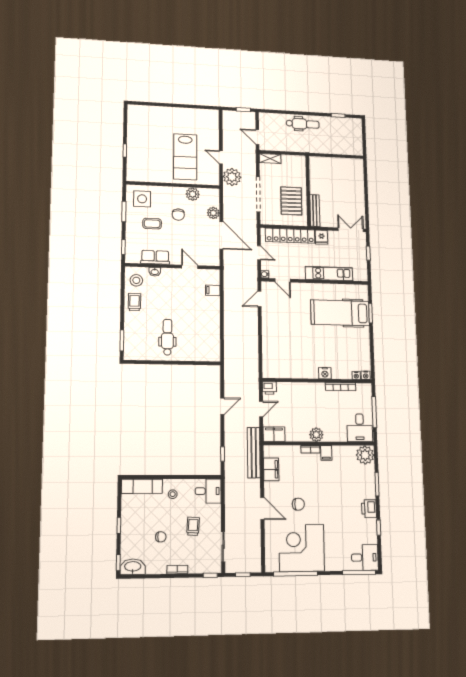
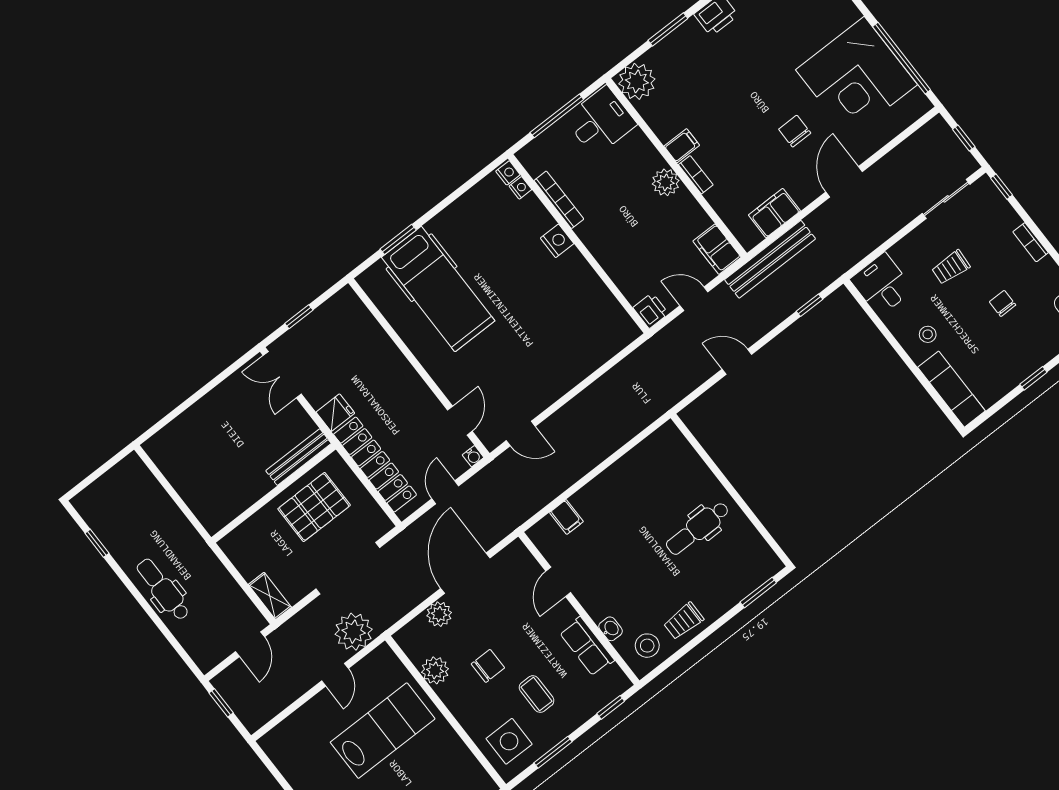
kitchen unit: (329, 273) -> (387, 355), removed

